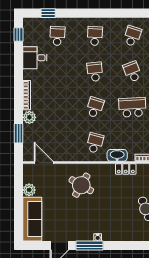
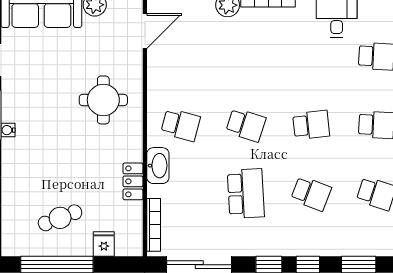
school desk: (132, 72) -> (311, 193), turned 42
round table: (81, 185) -> (103, 100), turned -30

